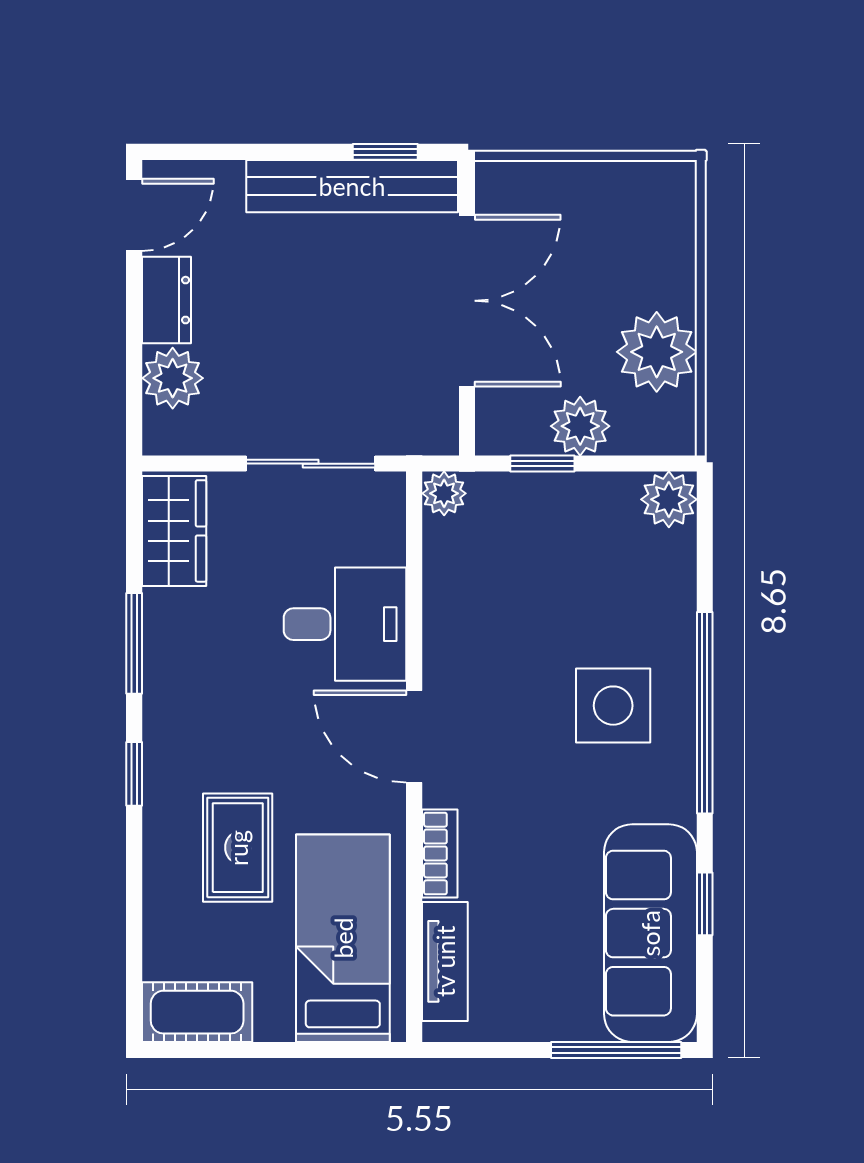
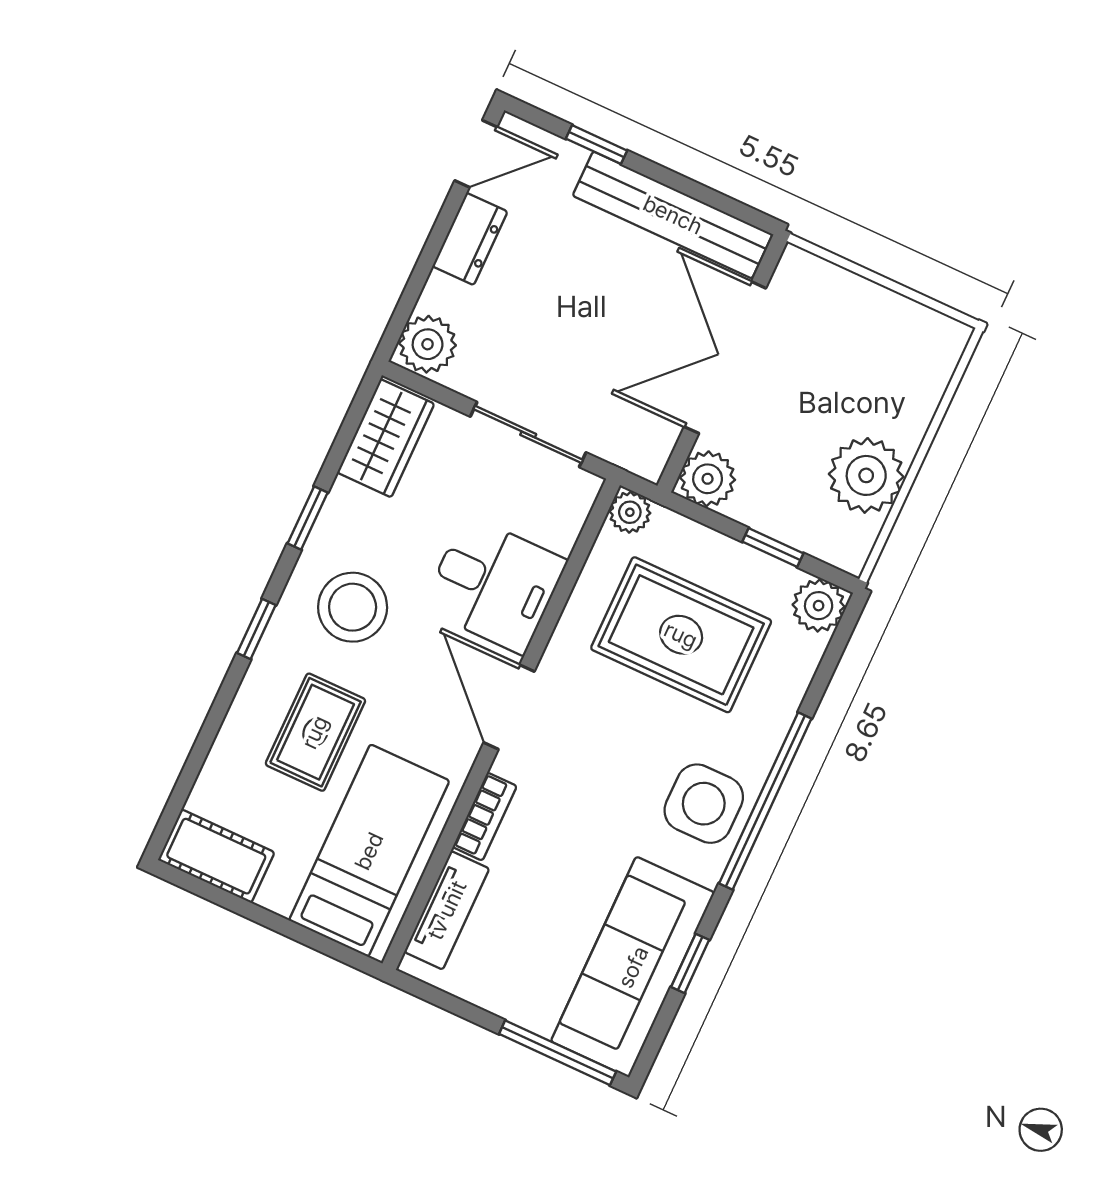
window: (385, 152) -> (596, 145), moved
double door: (467, 301) -> (725, 357), swing flipped
plant: (173, 378) -> (428, 344), moved
plant: (580, 426) -> (708, 479), moved
window: (542, 464) -> (773, 548), moved
rug: (549, 589) -> (681, 635), added
window: (134, 643) -> (308, 518), width x0.67
side table: (613, 706) -> (704, 804), moved
stool: (218, 710) -> (353, 607), added

